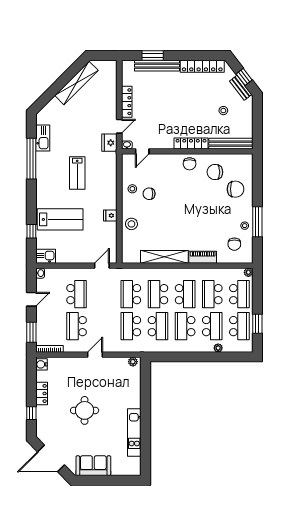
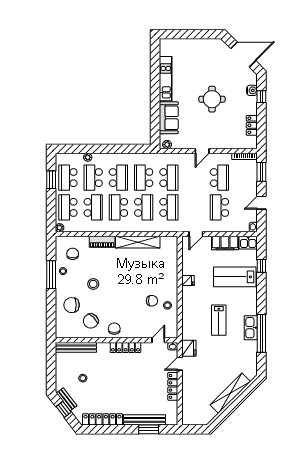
shelving: (76, 83) -> (230, 393), moved
kitchen sink: (43, 138) -> (251, 328), moved
locker: (191, 144) -> (125, 347), moved
chair: (215, 172) -> (91, 321), turned 135
lab bench: (77, 173) -> (219, 320), turned 180
stool: (131, 224) -> (93, 284), moved
filing cabinet: (71, 256) -> (225, 243), added
water cooler: (42, 364) -> (252, 90), moved
locker: (42, 393) -> (252, 125), moved
sofa: (93, 466) -> (169, 118), moved, turned -90

